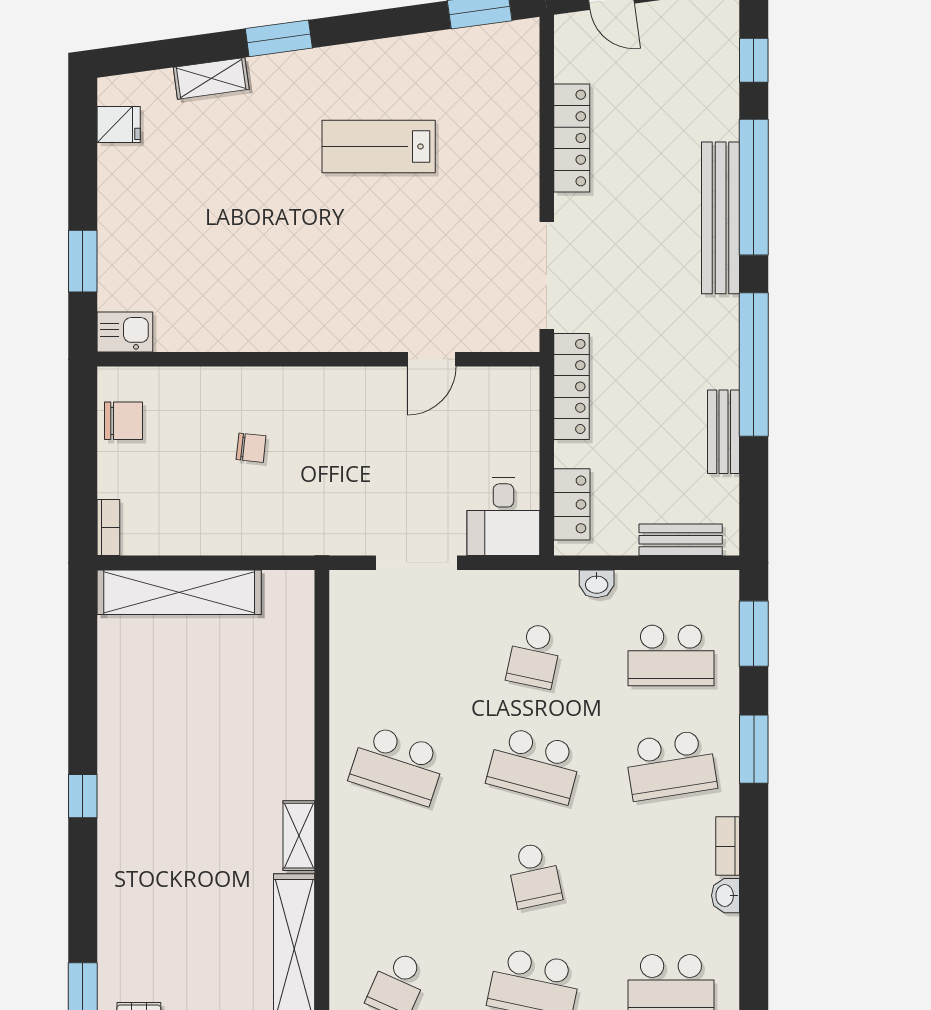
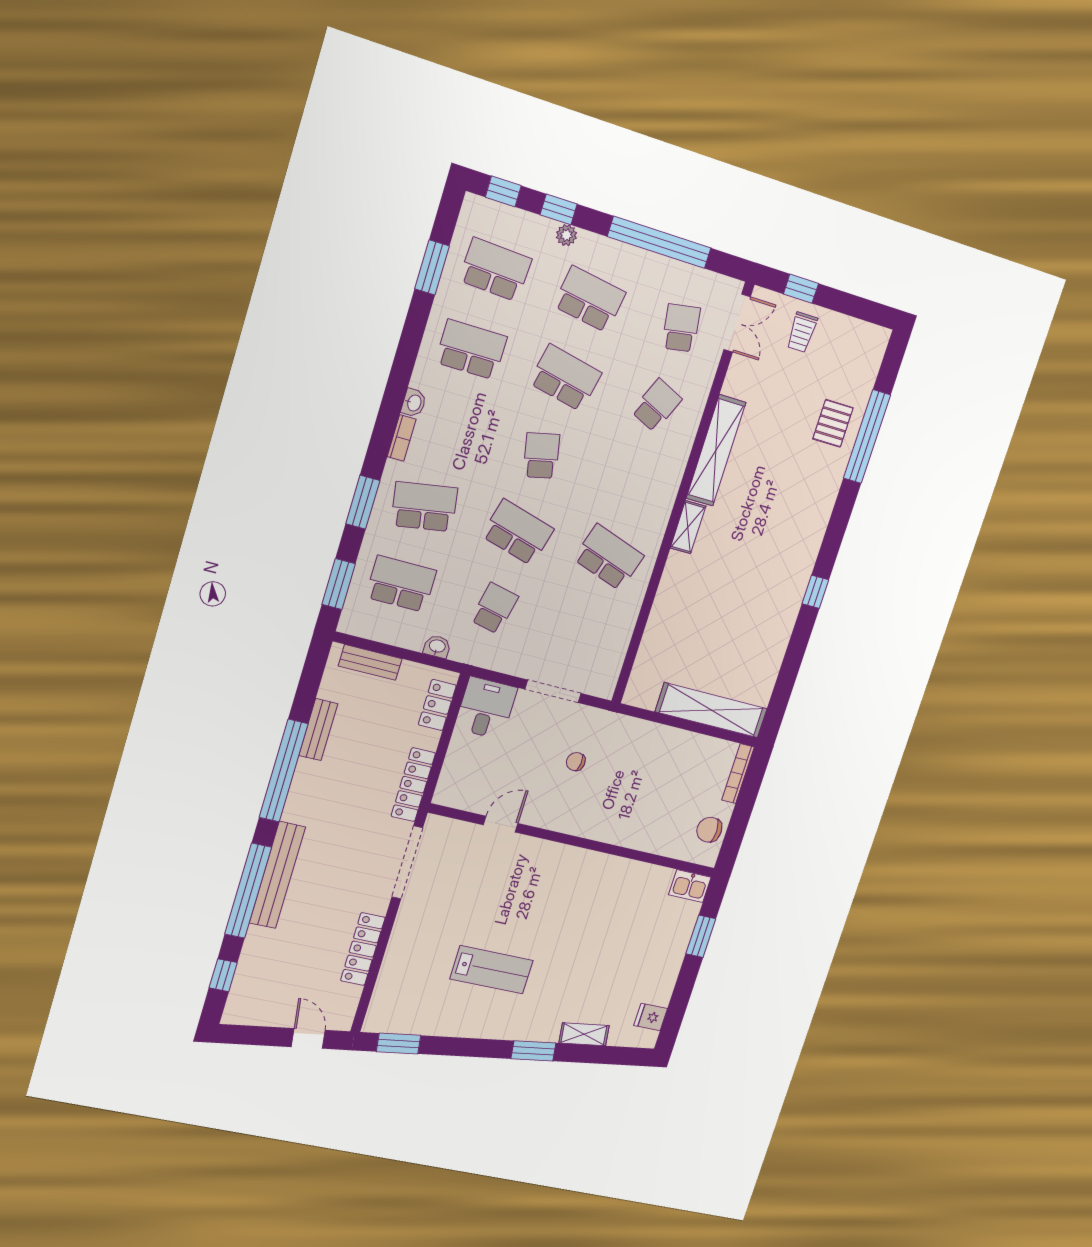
chair: (251, 448) -> (576, 762), moved
bookcase: (108, 527) -> (738, 774), width x1.56

